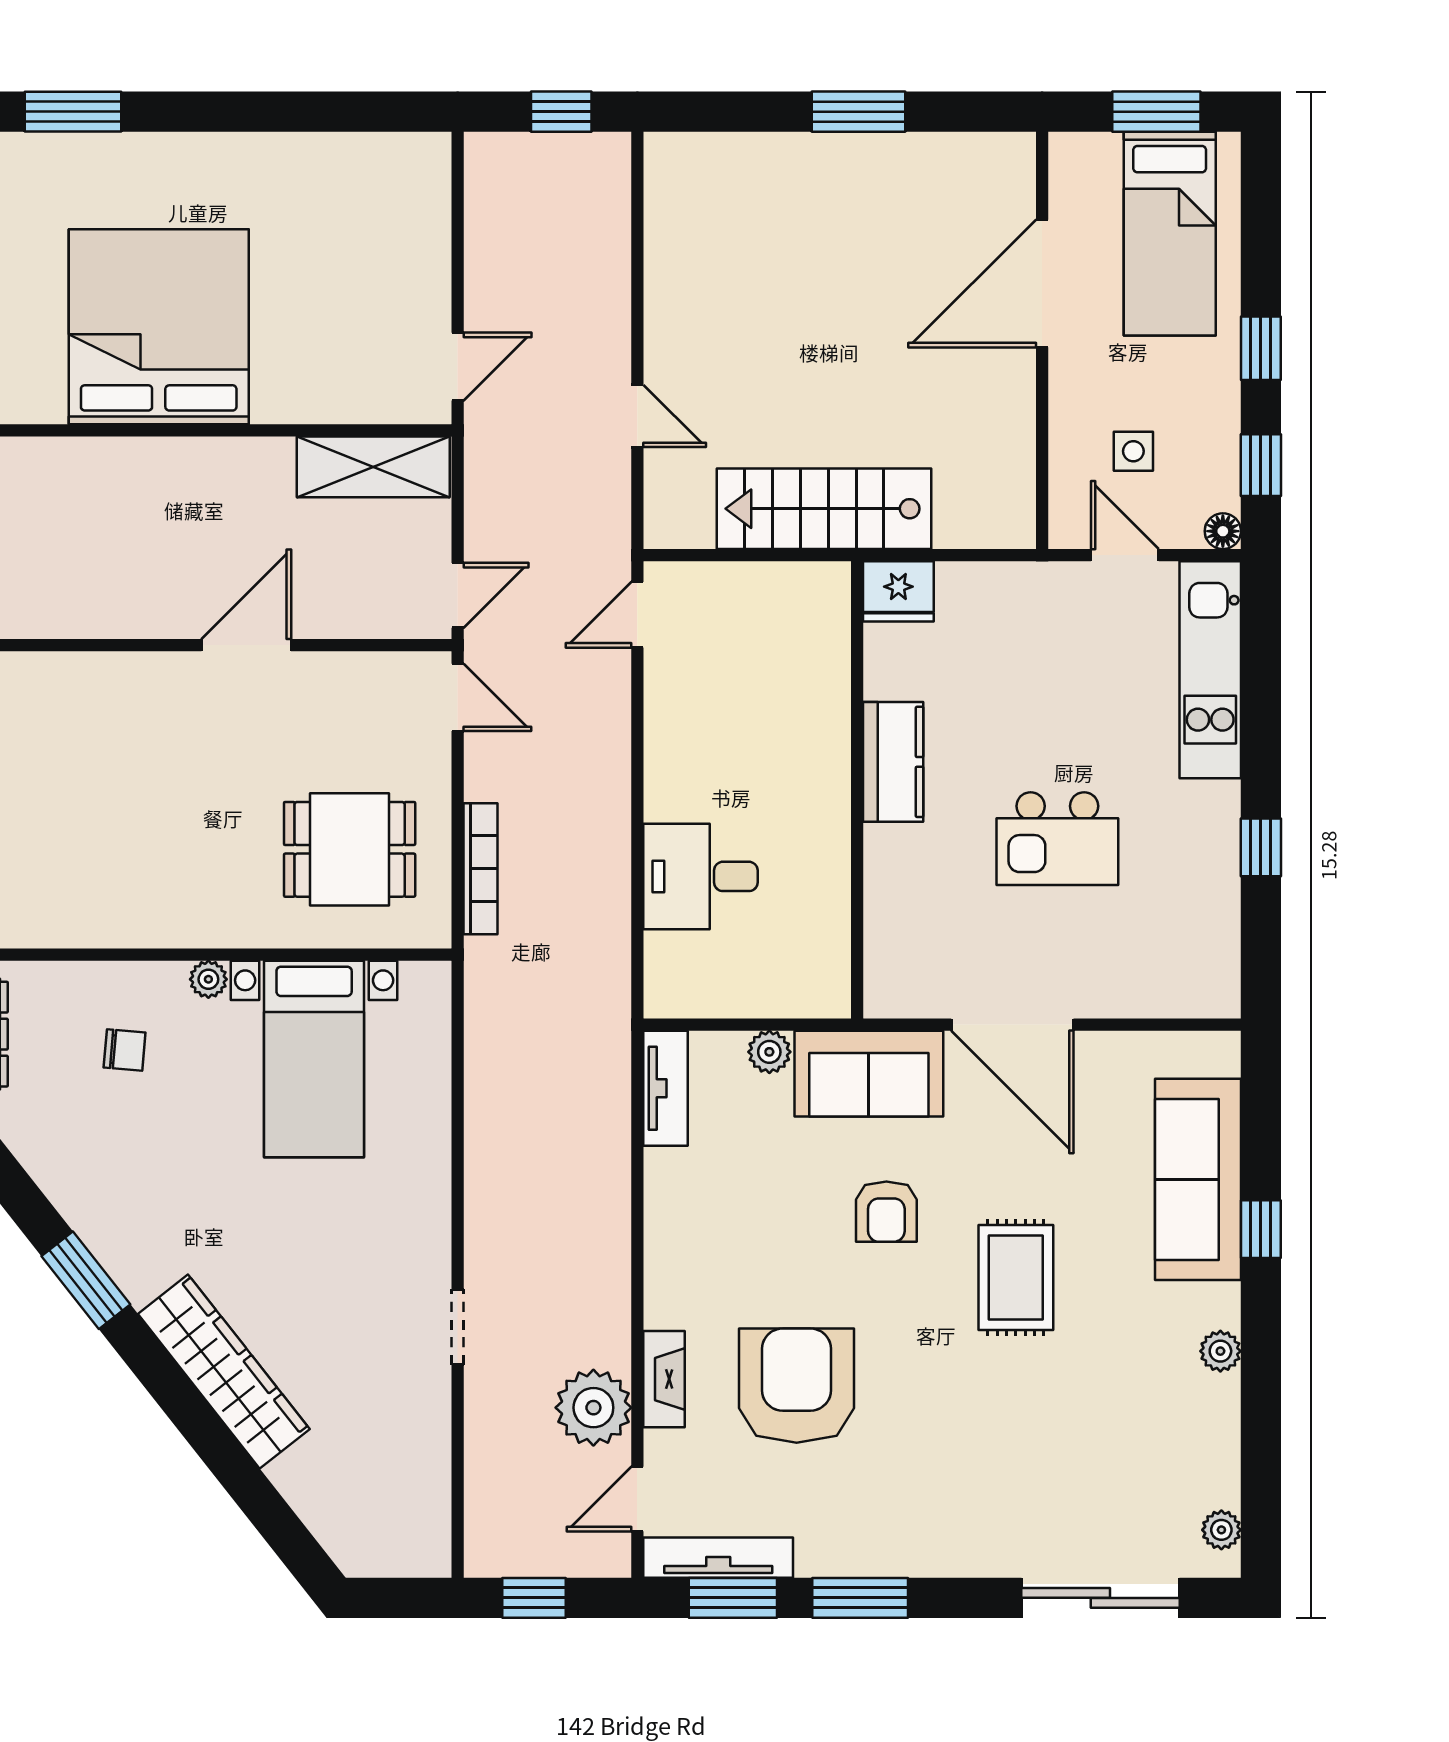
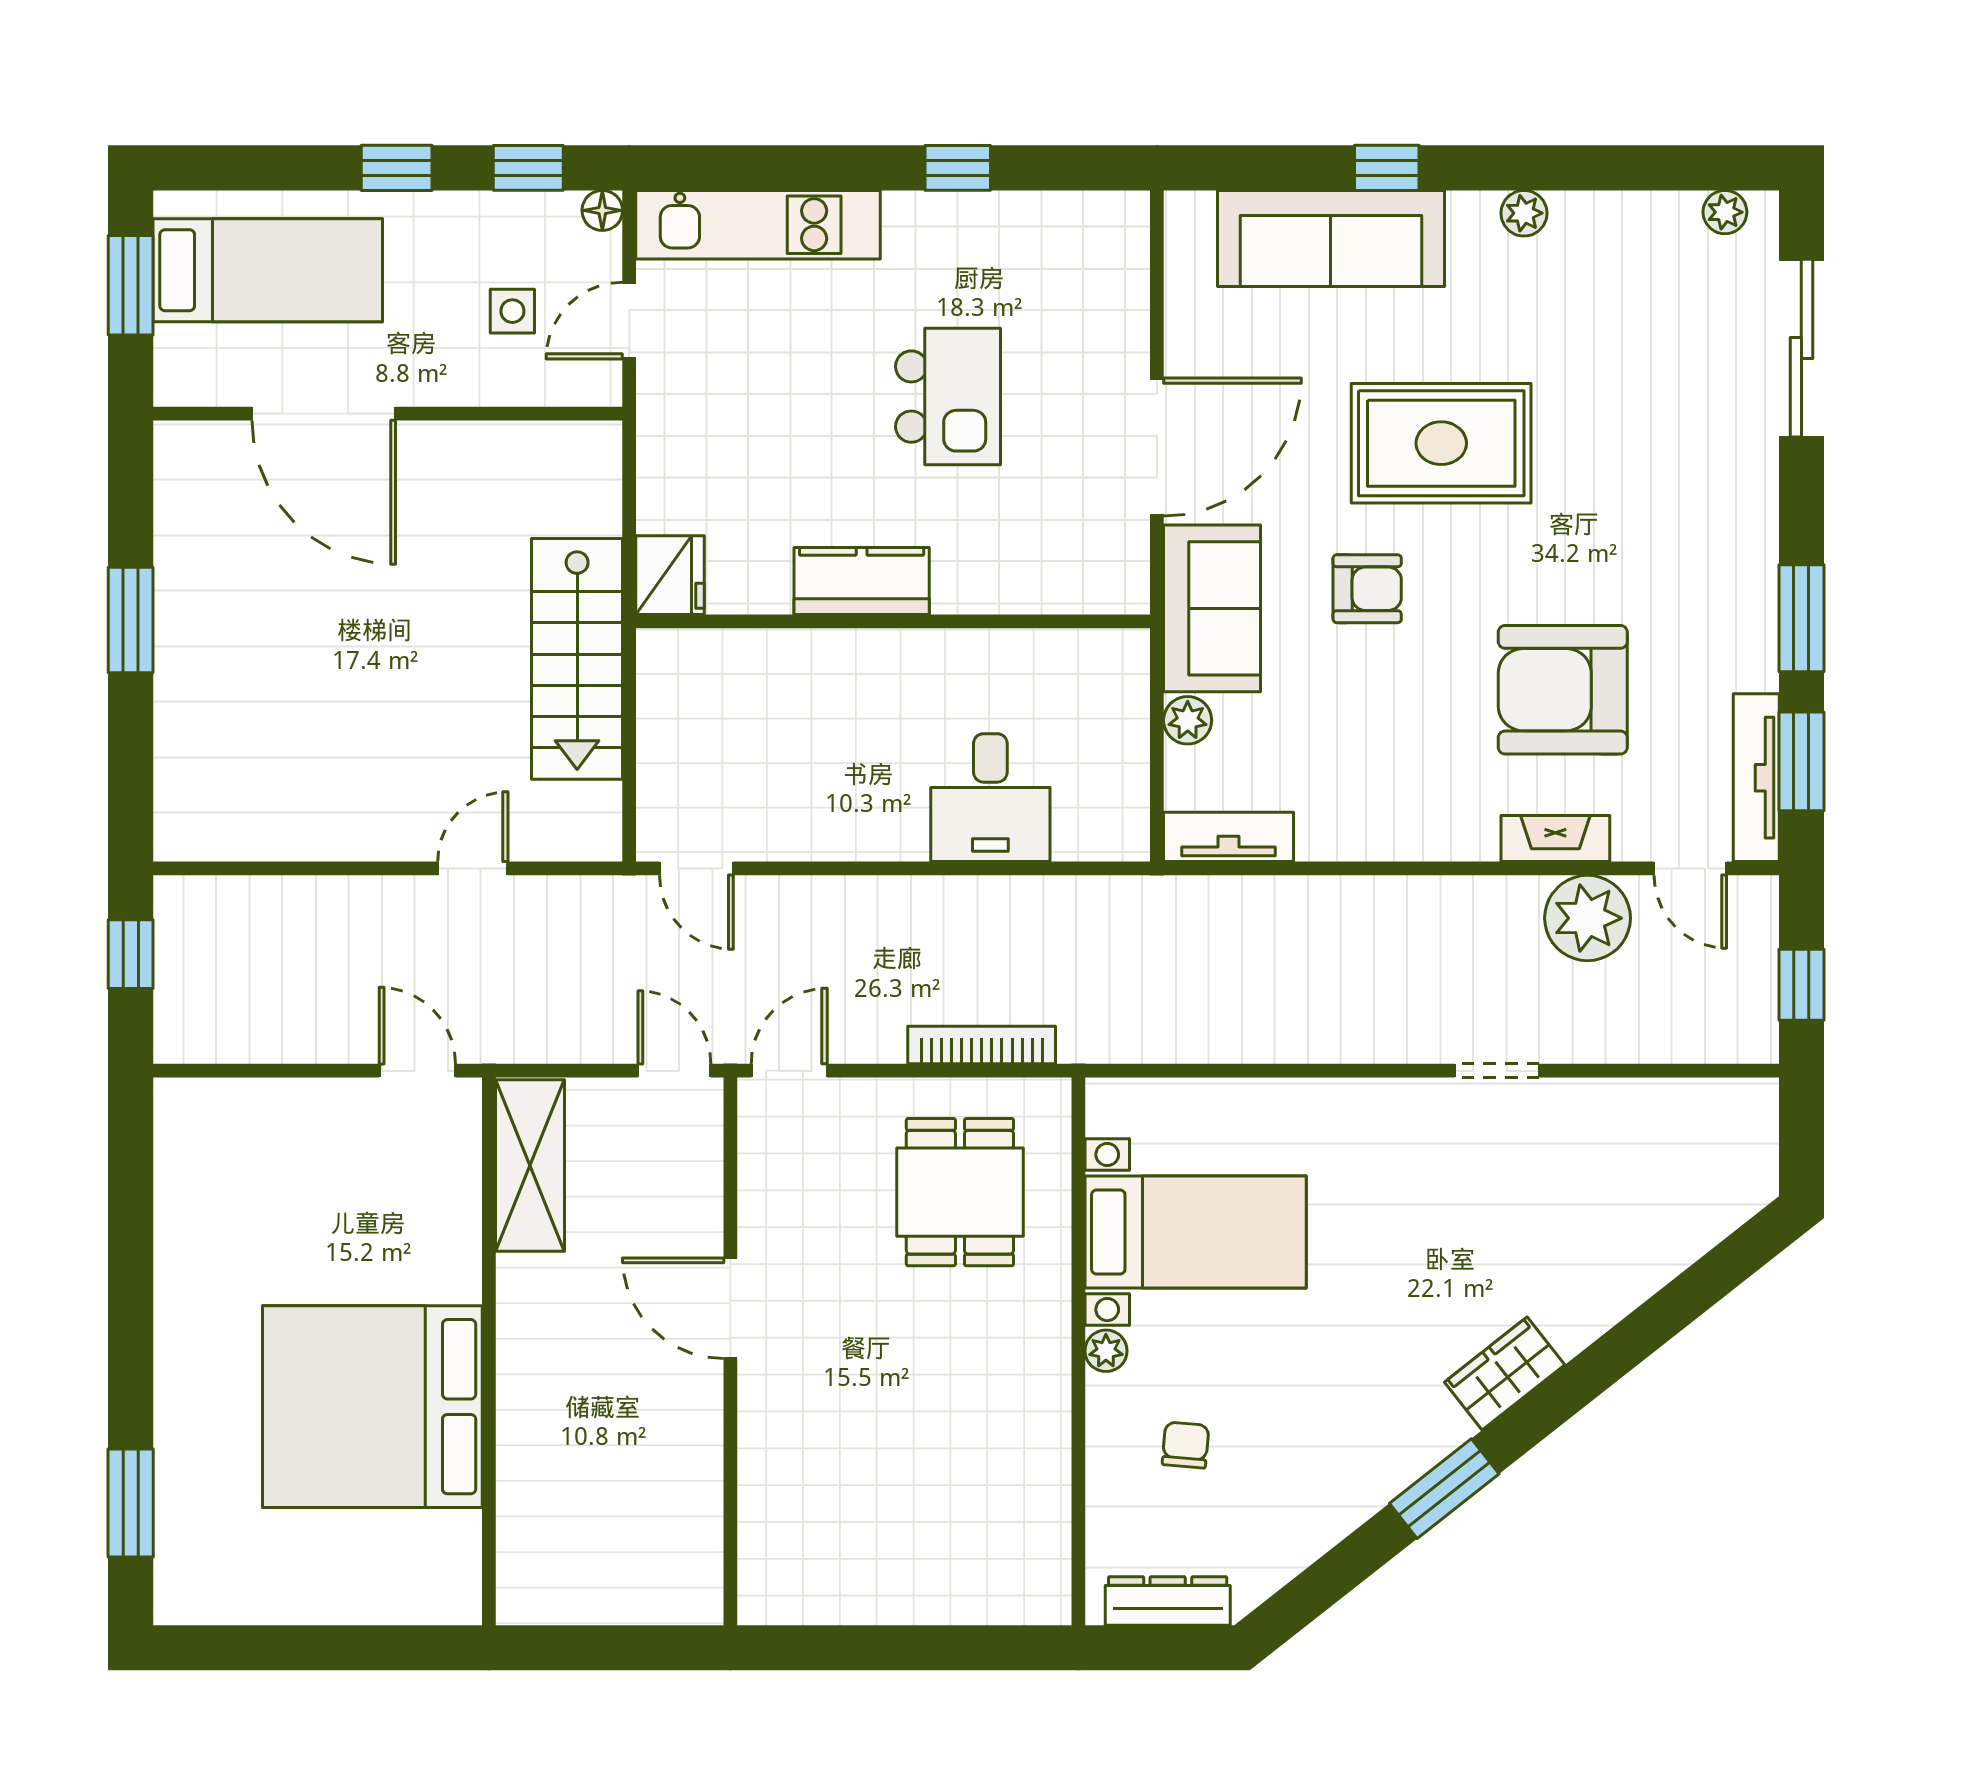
rug: (1016, 1277) -> (1441, 443), width x1.36, depth x1.43
wardrobe: (224, 1372) -> (1505, 1373), width x0.48, depth x0.85

